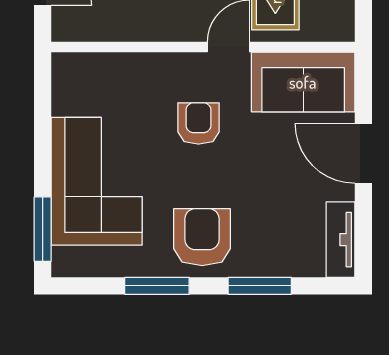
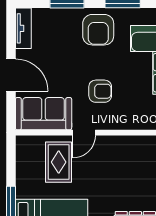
armchair: (198, 124) -> (100, 91), turned -90

